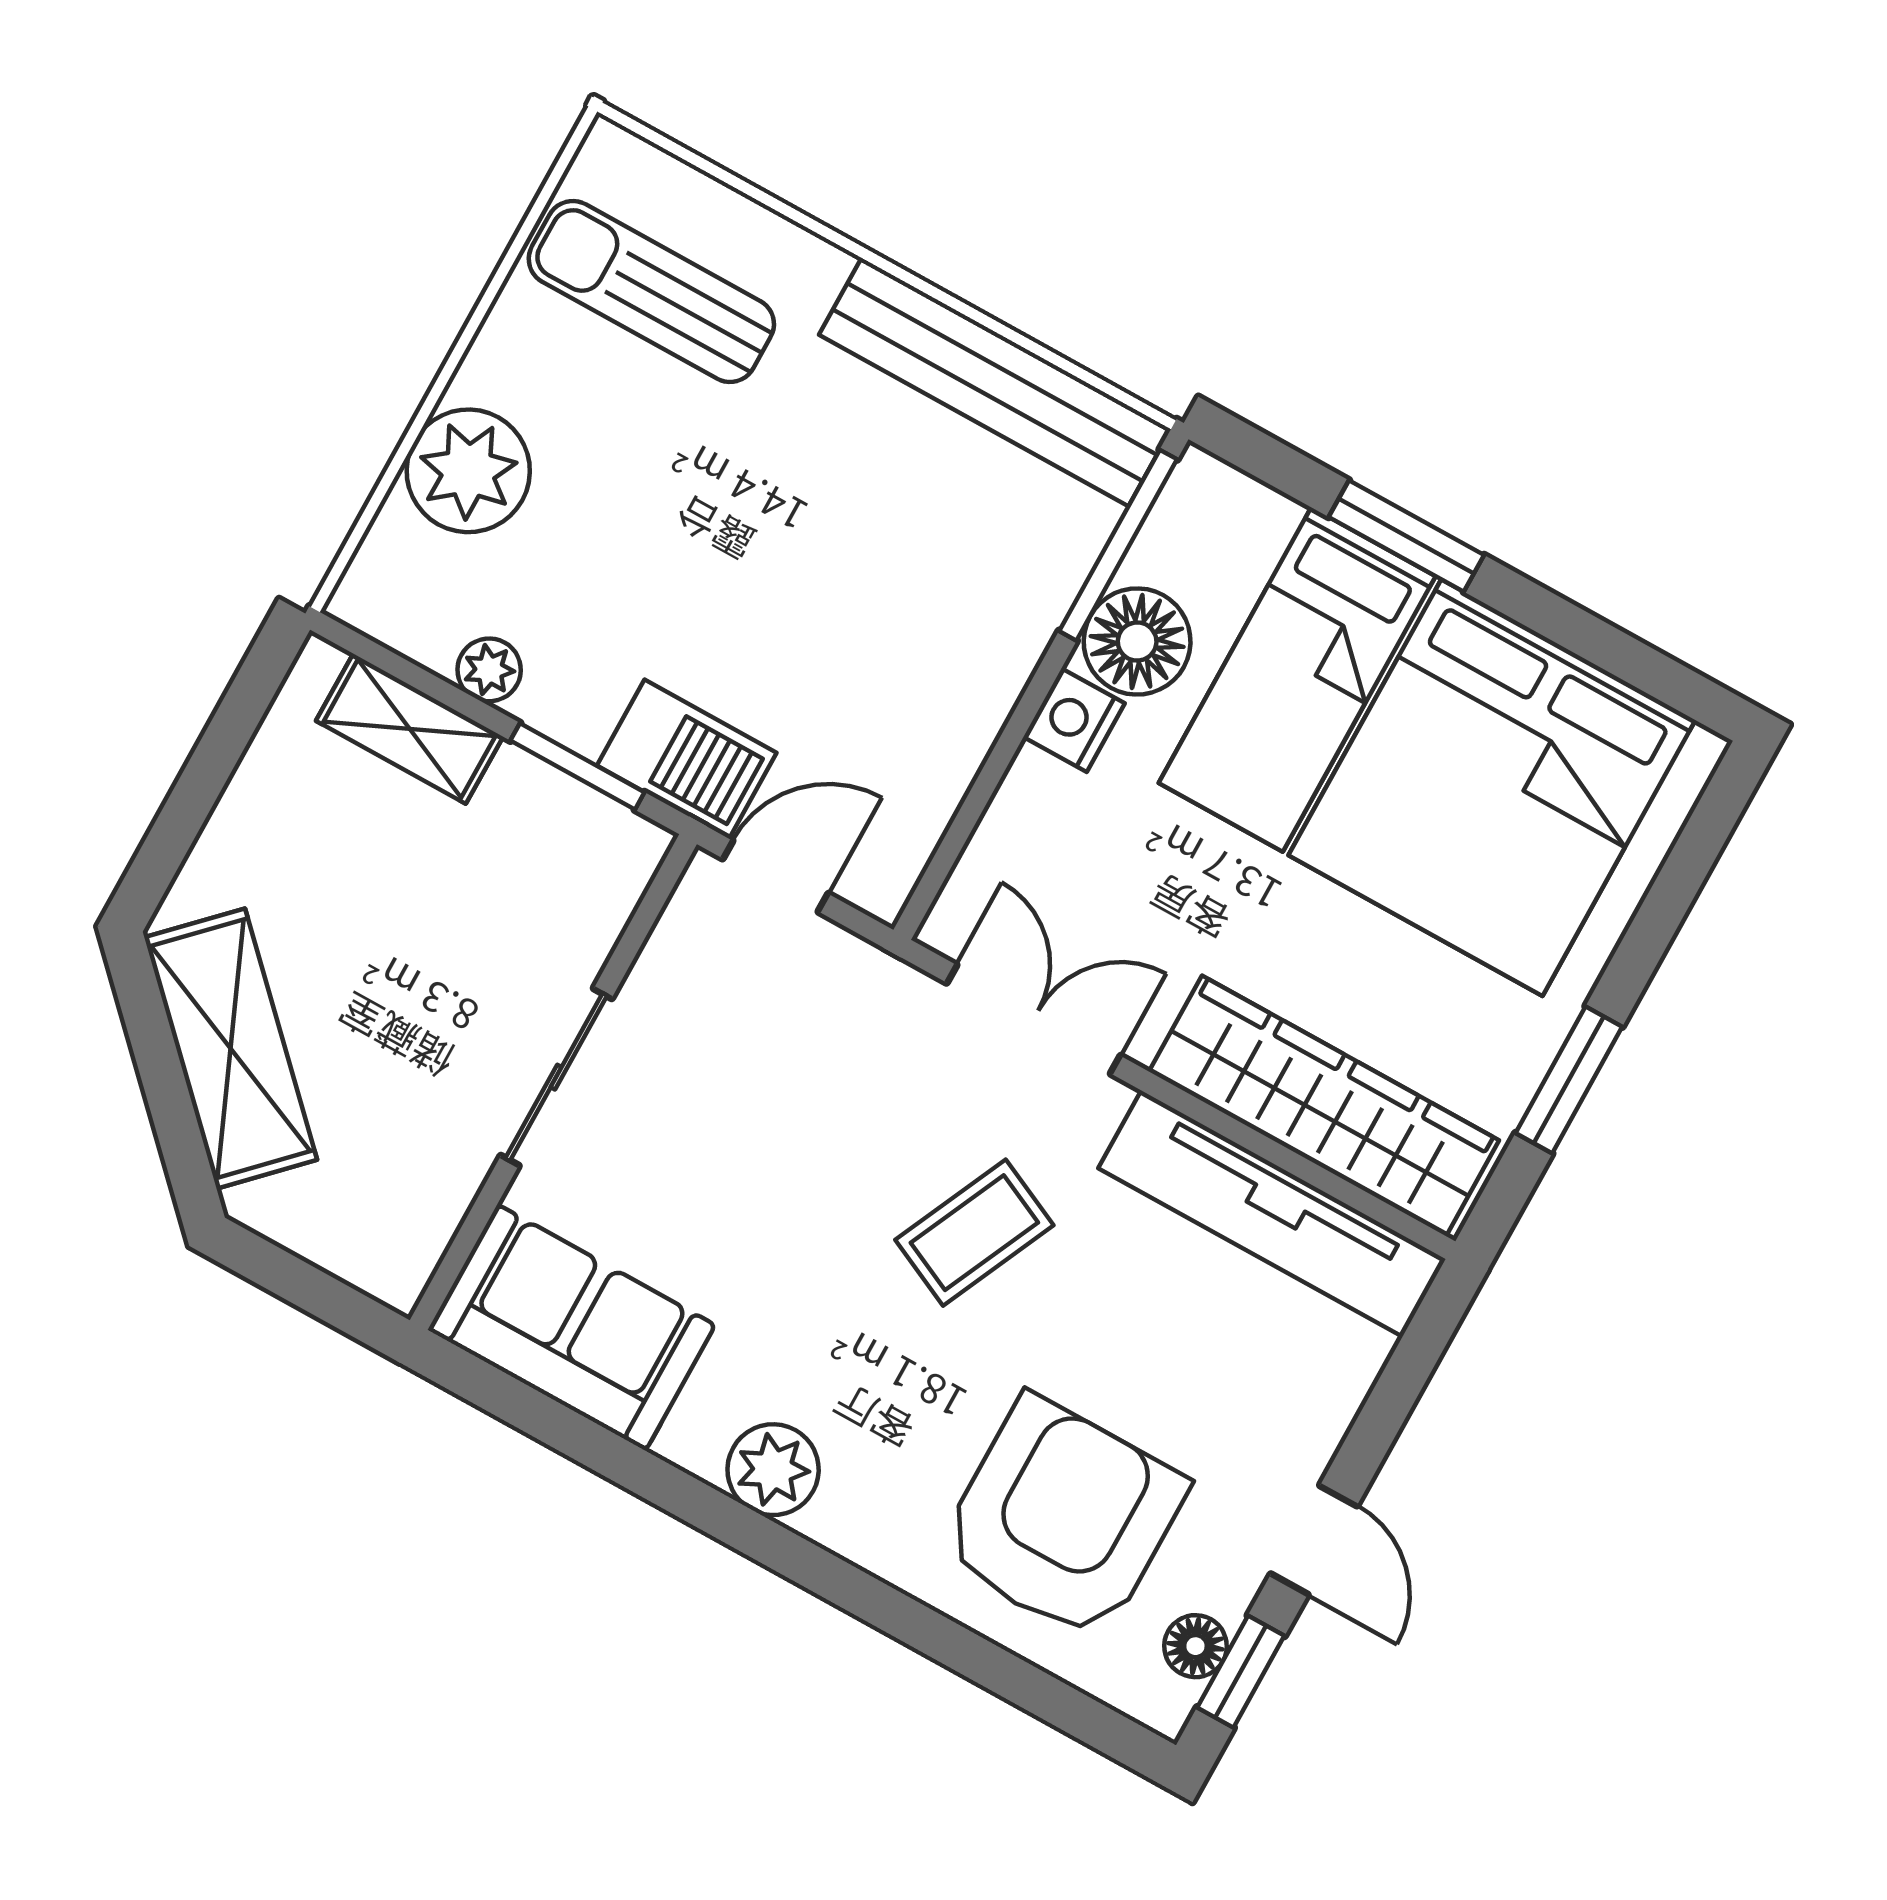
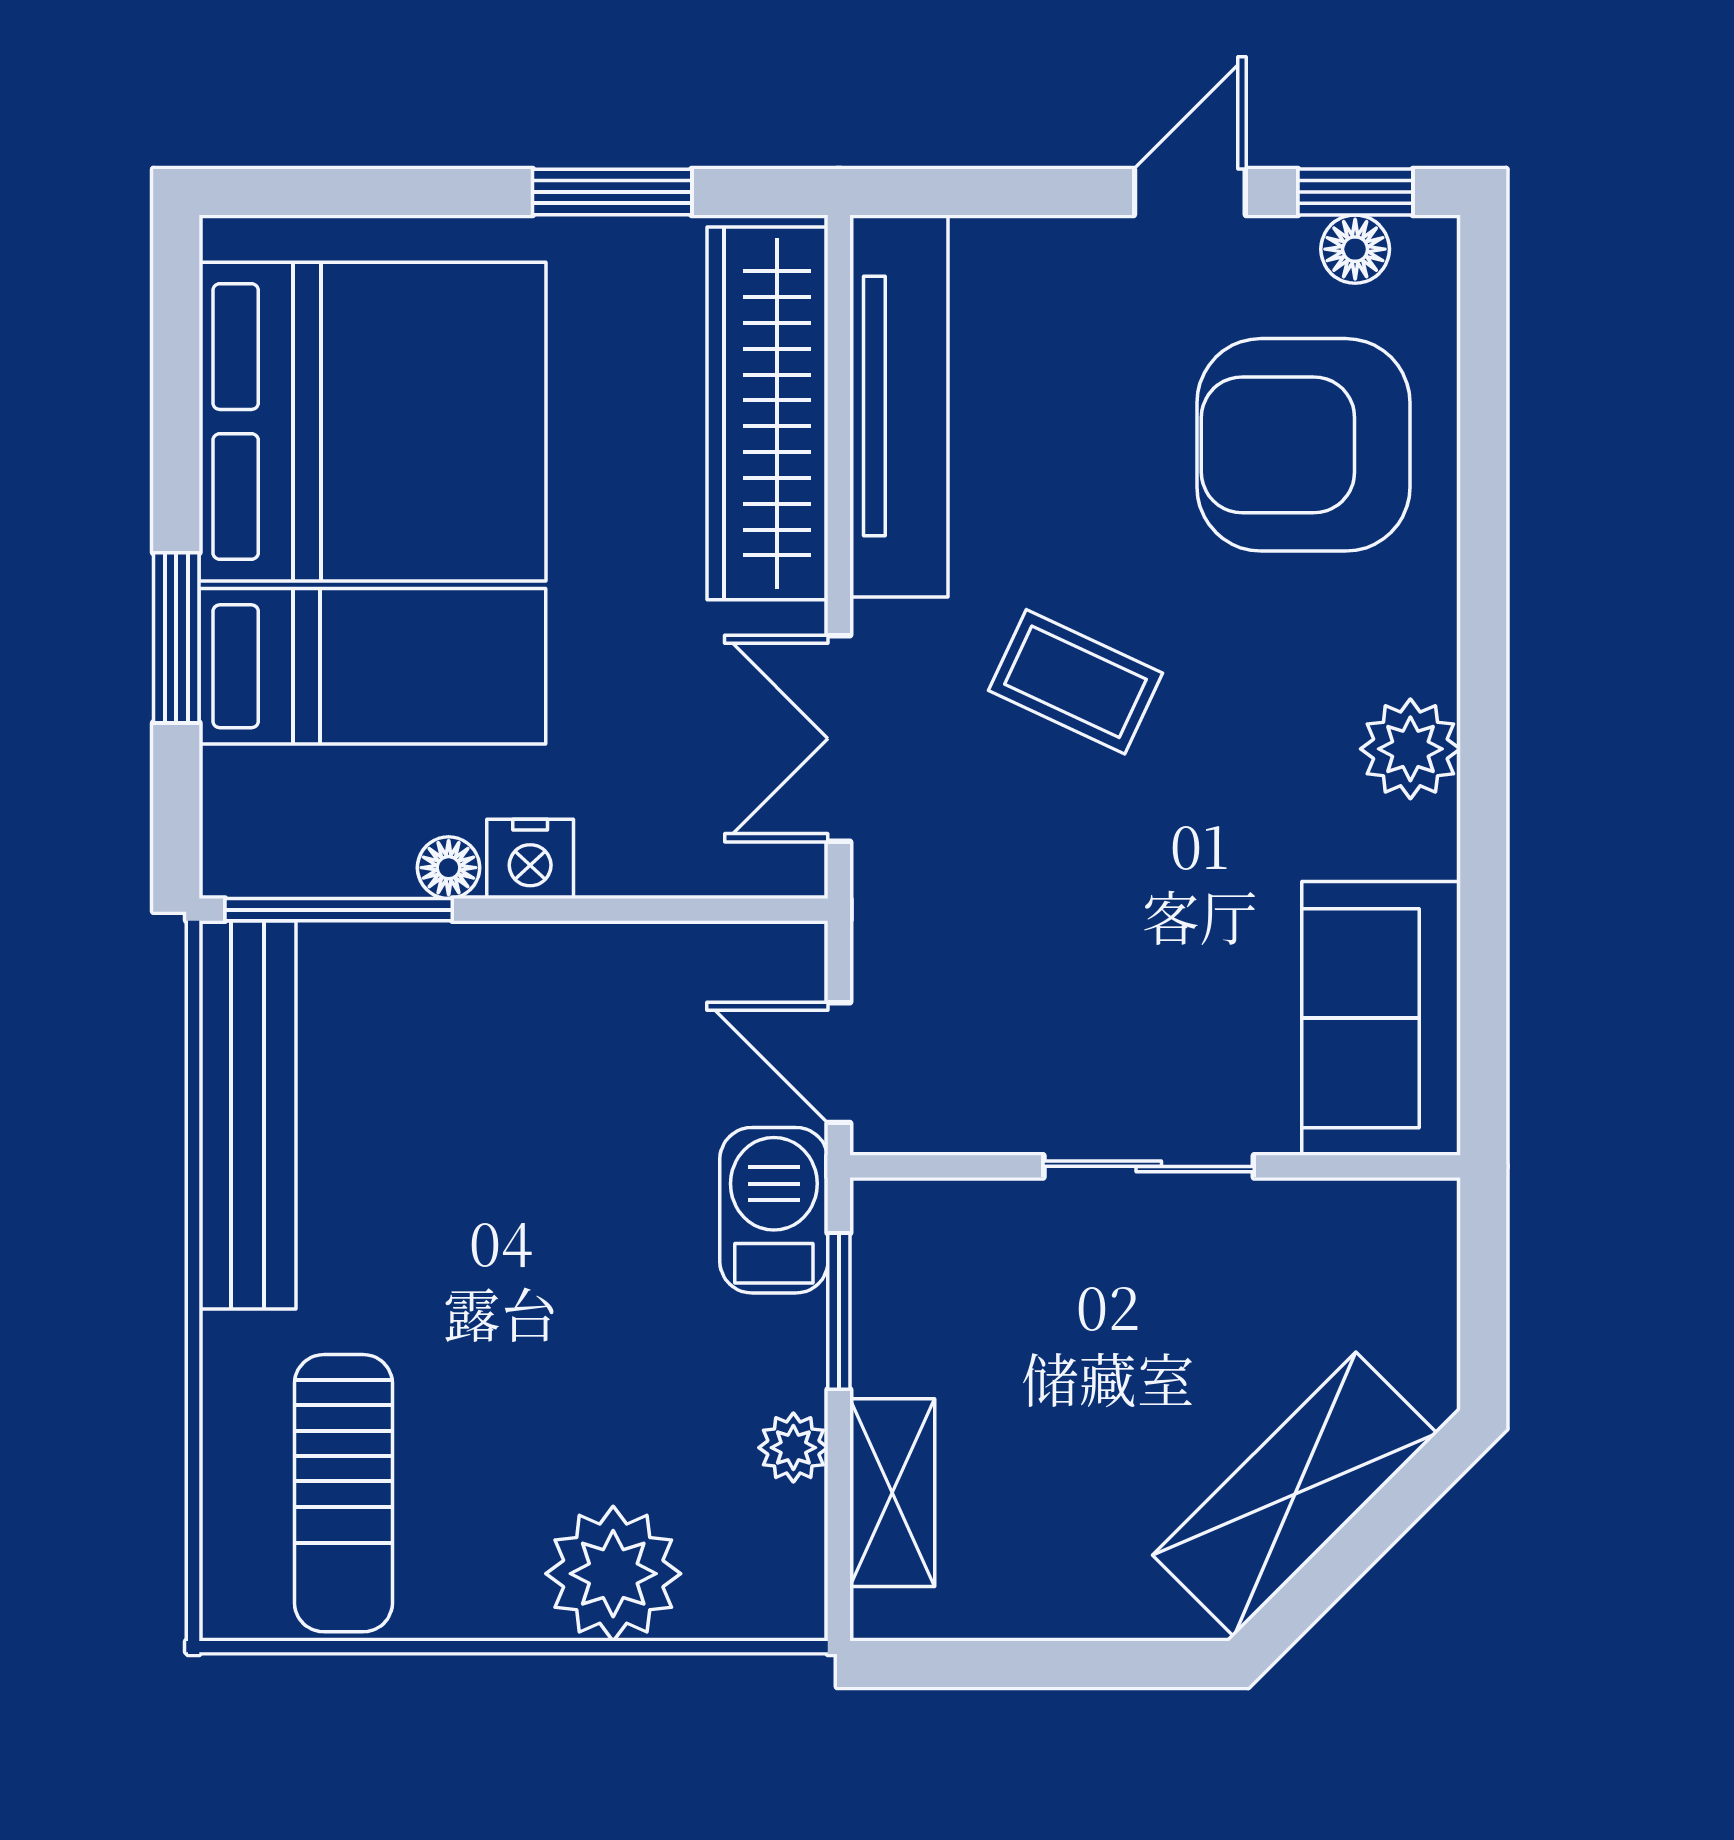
floor lamp: (1137, 641) -> (449, 868), width x0.53, depth x0.53

